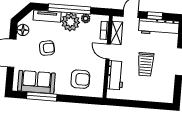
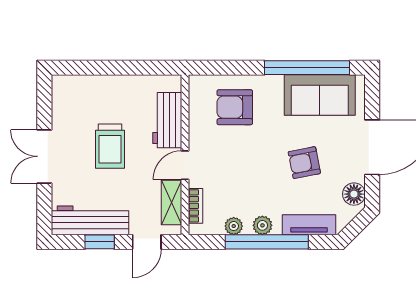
plant: (71, 22) -> (262, 225), width x0.53, depth x0.53
door: (108, 52) -> (185, 165), swing flipped
trolley: (146, 64) -> (110, 146), turned 180
window: (42, 97) -> (307, 68), width x1.46

